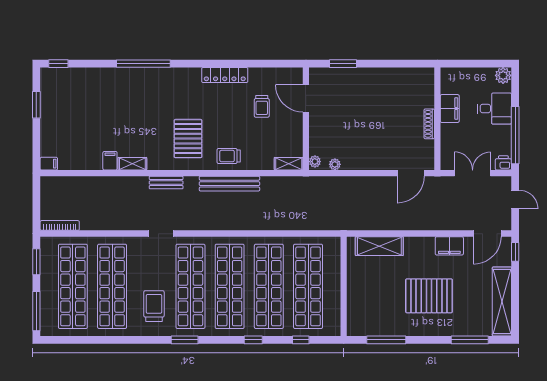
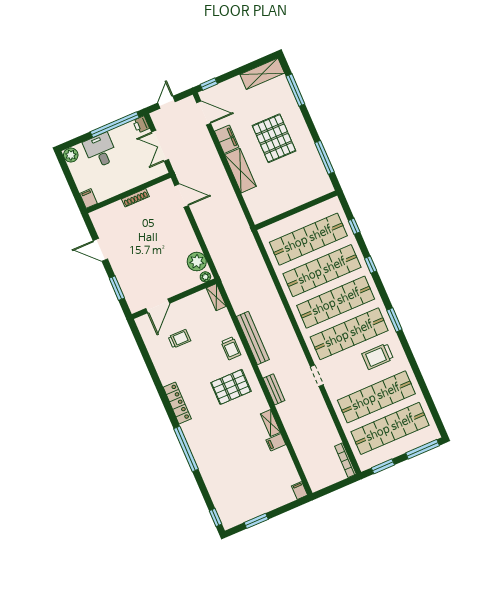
door: (391, 64) -> (100, 250), added
locker: (225, 75) -> (177, 403), moved
filing cabinet: (450, 109) -> (88, 198), moved, width x0.50
plant: (335, 164) -> (197, 262), width x1.88, depth x1.88
shelving: (379, 246) -> (240, 171), moved
shelving: (502, 302) -> (262, 74), width x0.68

